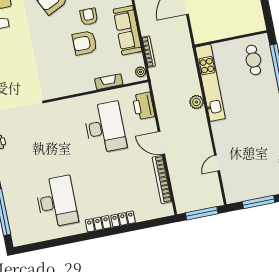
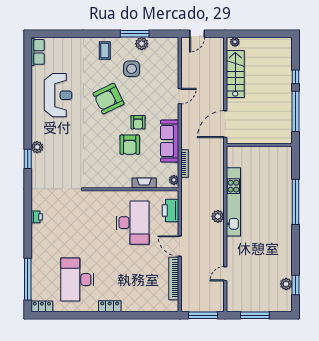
armchair: (89, 17) -> (138, 122), turned 180
wall: (231, 39) -> (259, 145), moved
armchair: (85, 43) -> (130, 145), turned -90
cafe table: (253, 60) -> (275, 189), removed
desk: (57, 202) -> (77, 280), turned 180
locker: (123, 219) -> (42, 306), moved

